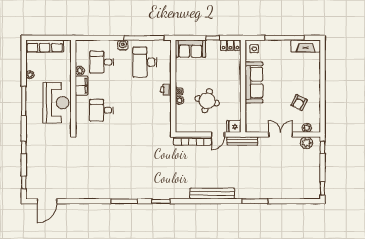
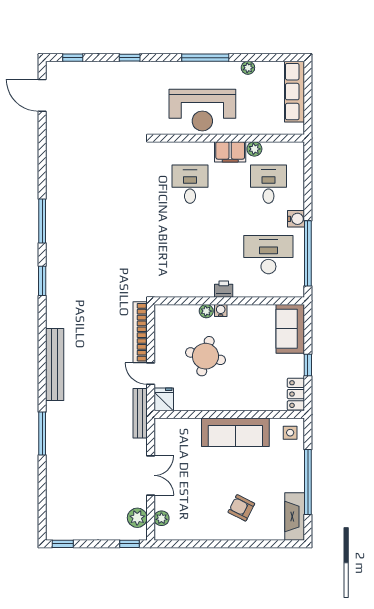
armchair: (299, 103) -> (241, 508), moved

